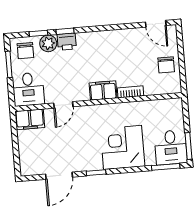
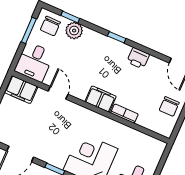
window: (65, 31) -> (117, 37), moved
printer: (67, 42) -> (138, 58), moved
door: (63, 105) -> (58, 93), swing flipped

